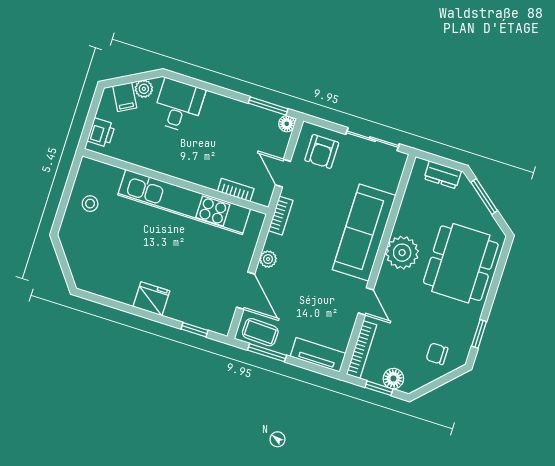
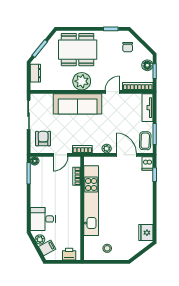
armchair: (322, 151) -> (43, 139), turned -90
door: (246, 291) -> (126, 155), hinge flipped
fridge: (151, 299) -> (146, 233), moved
dishwasher: (218, 323) -> (147, 163), added

